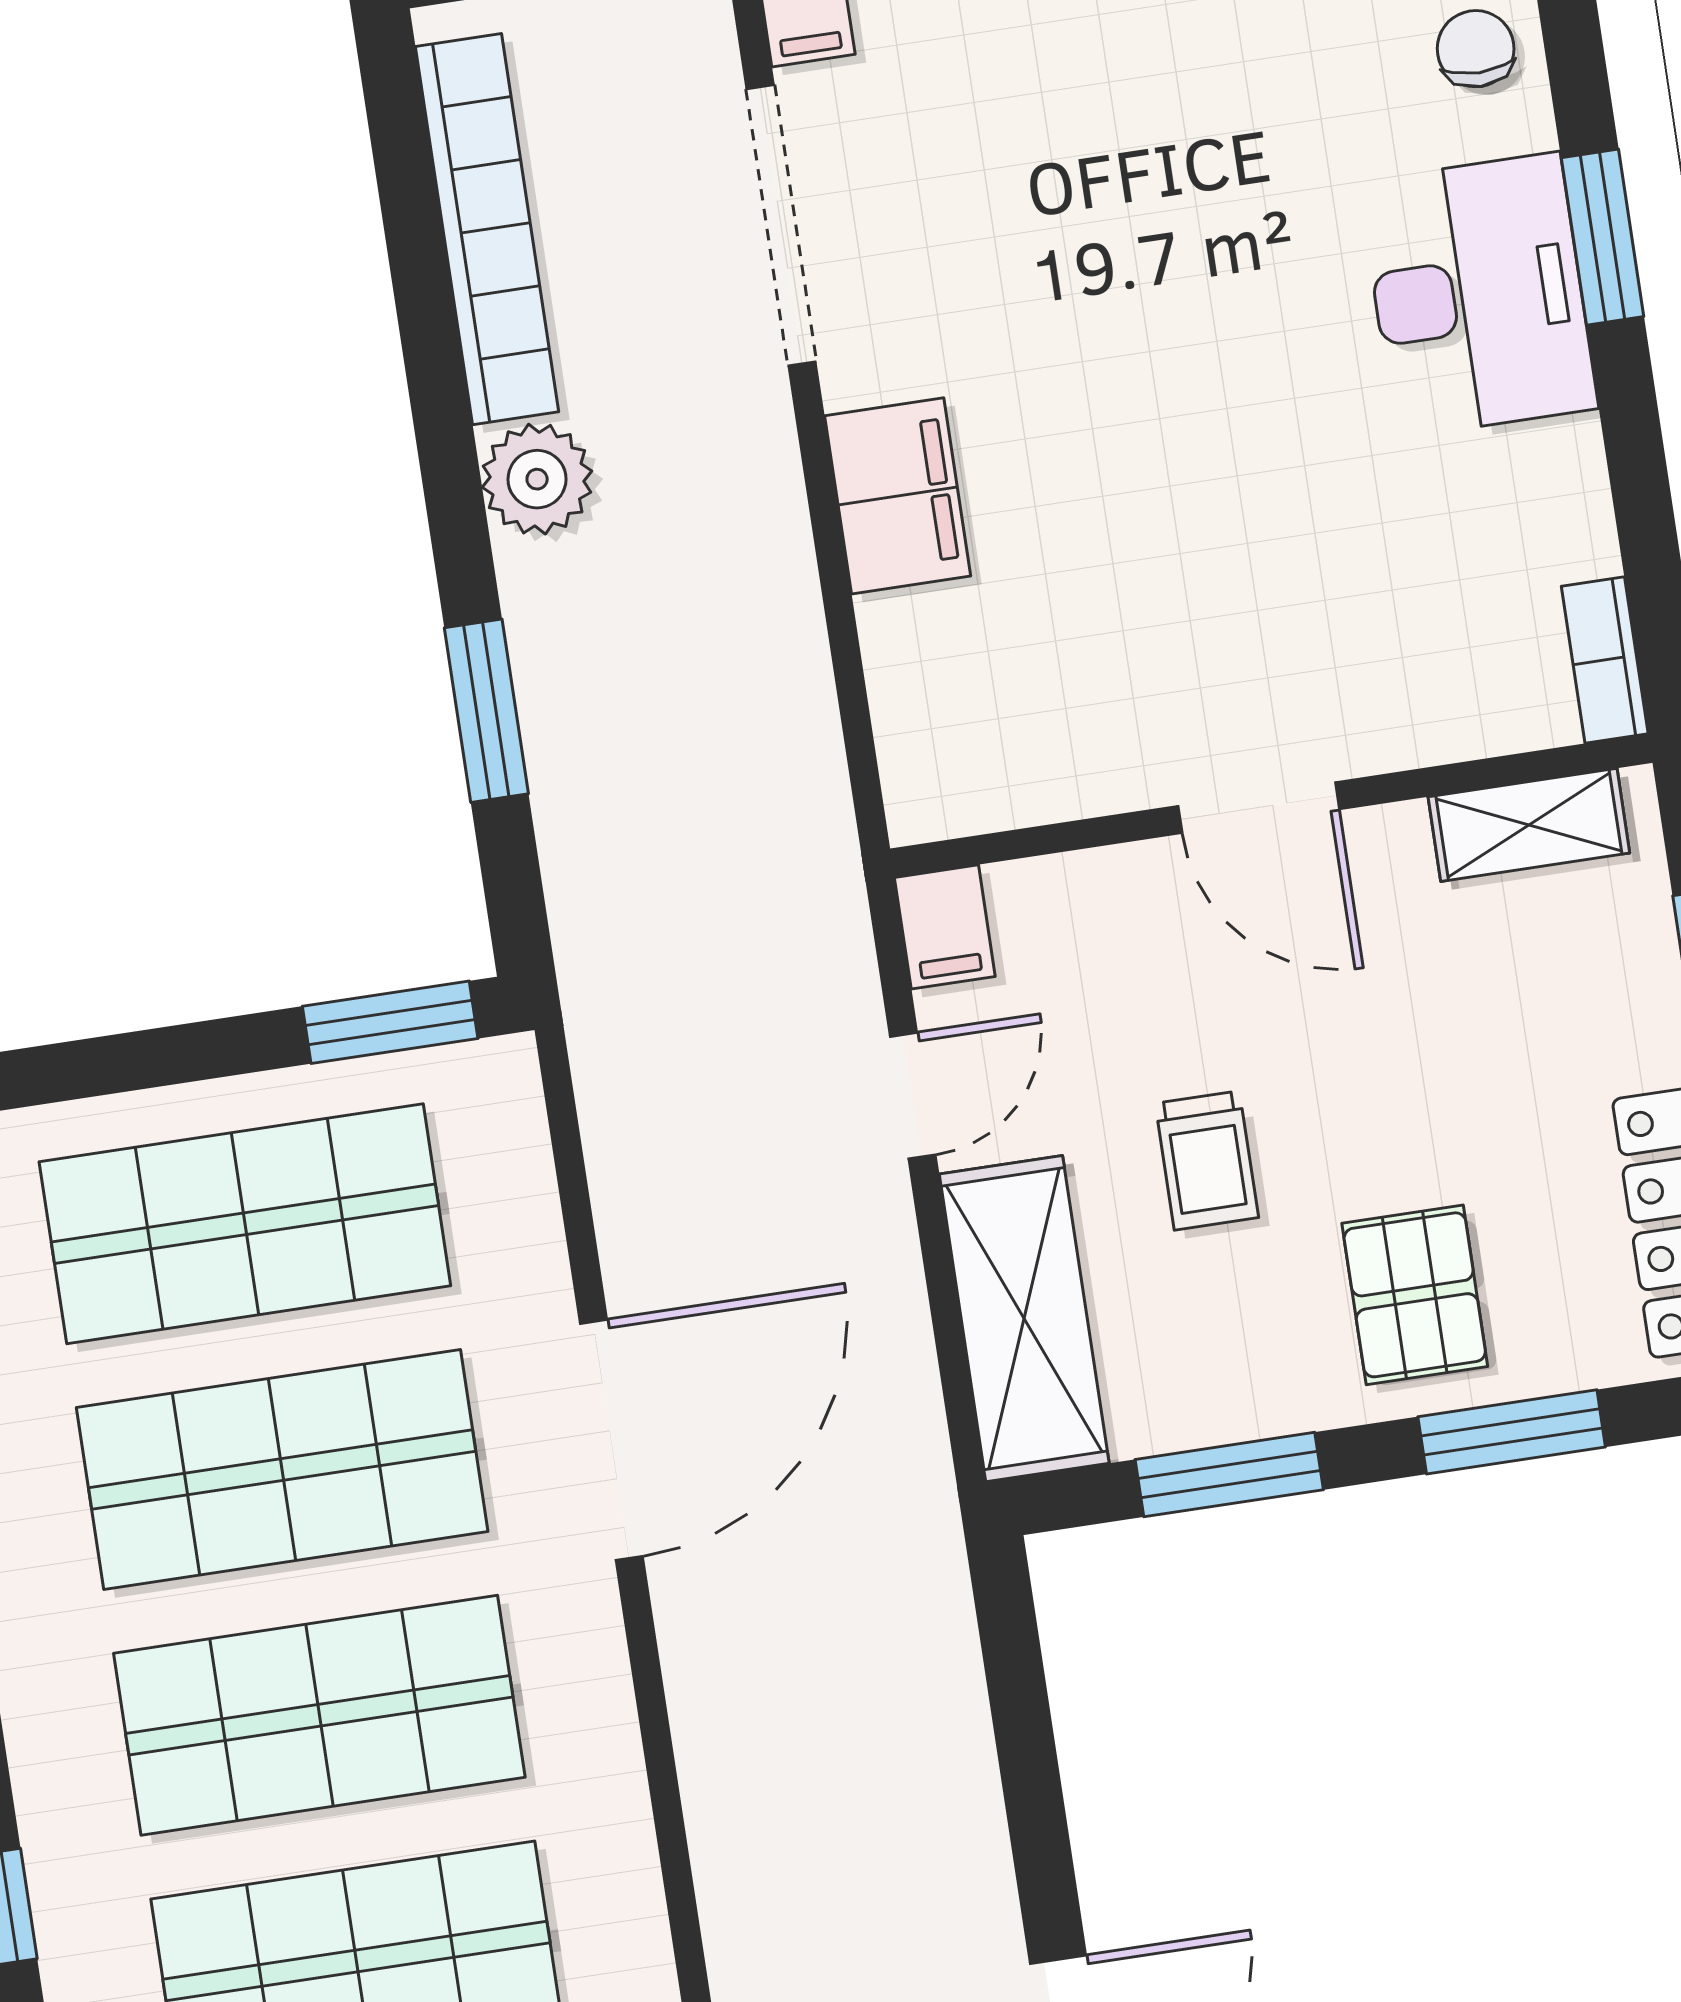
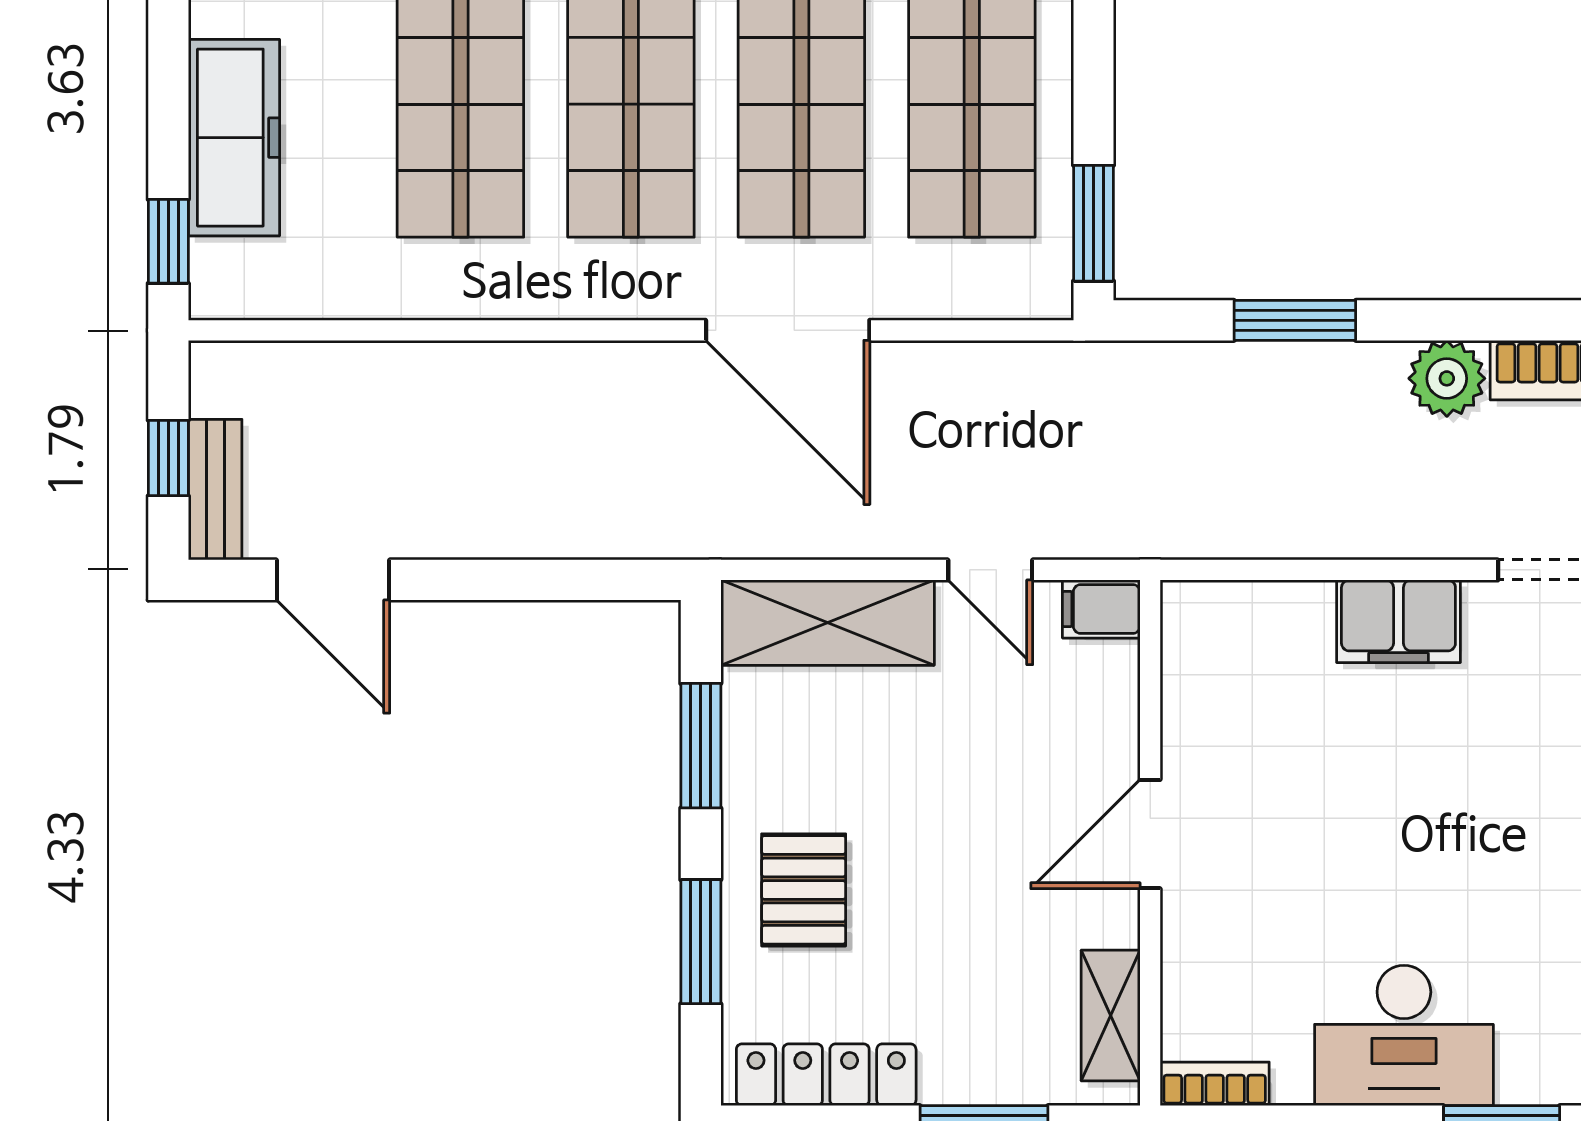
desk: (1478, 295) -> (1404, 1036), moved
trolley: (1207, 1160) -> (916, 763), removed
pallet: (1415, 1295) -> (804, 890), turned 90

